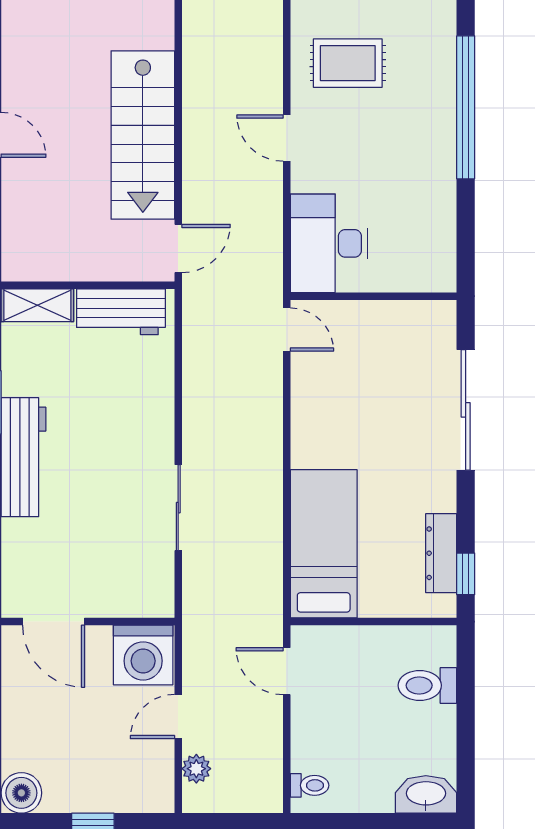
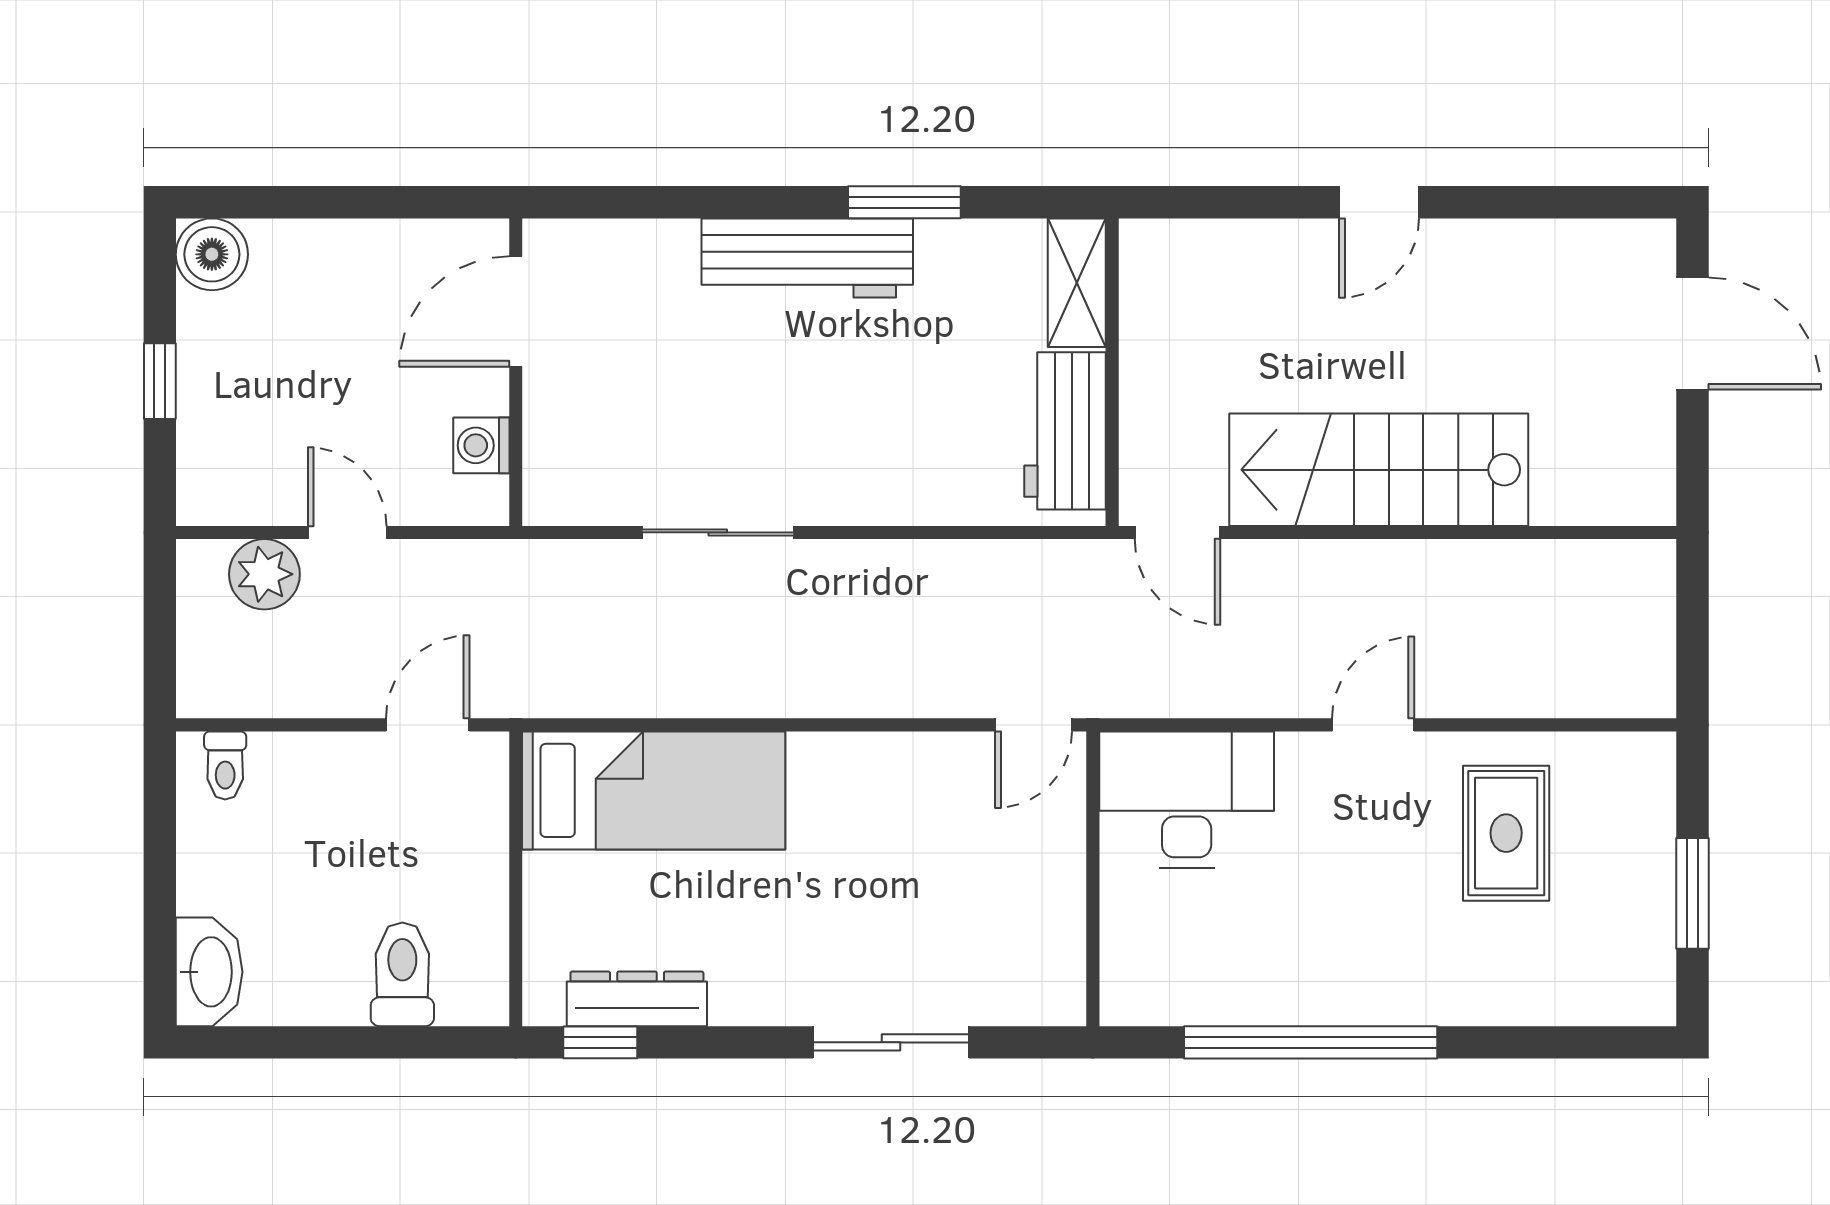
window: (466, 107) -> (1311, 1042), moved
sliding door: (466, 410) -> (891, 1042), width x0.73
washing machine: (143, 655) -> (481, 445), width x0.53, depth x0.53
plant: (196, 769) -> (264, 574), width x1.38, depth x1.38

